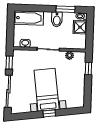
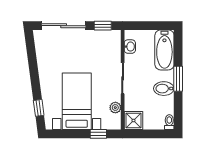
window: (66, 9) -> (178, 79), moved
shower: (80, 27) -> (133, 121), moved
bed with nightstands: (47, 90) -> (77, 101), moved, turned -82
window: (49, 113) -> (39, 108), moved

